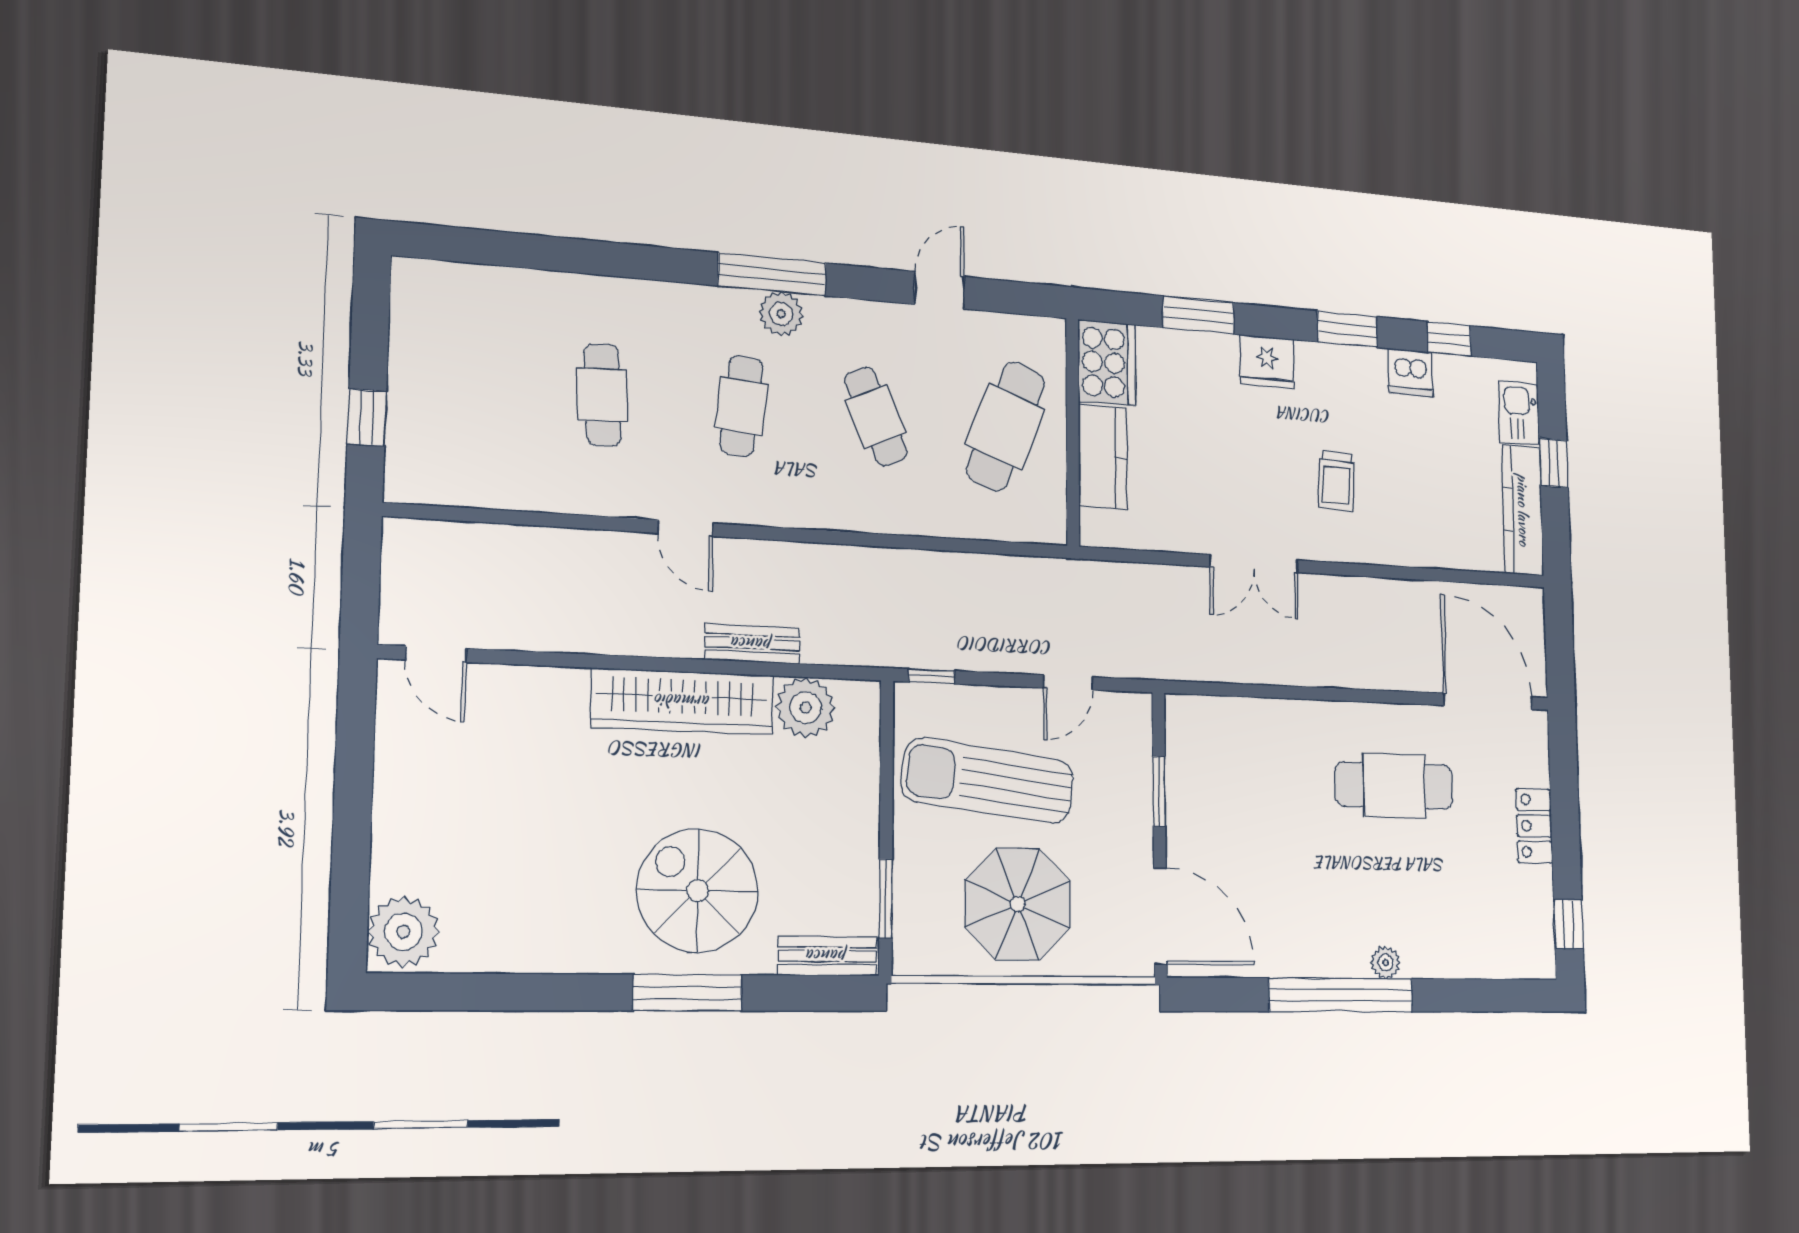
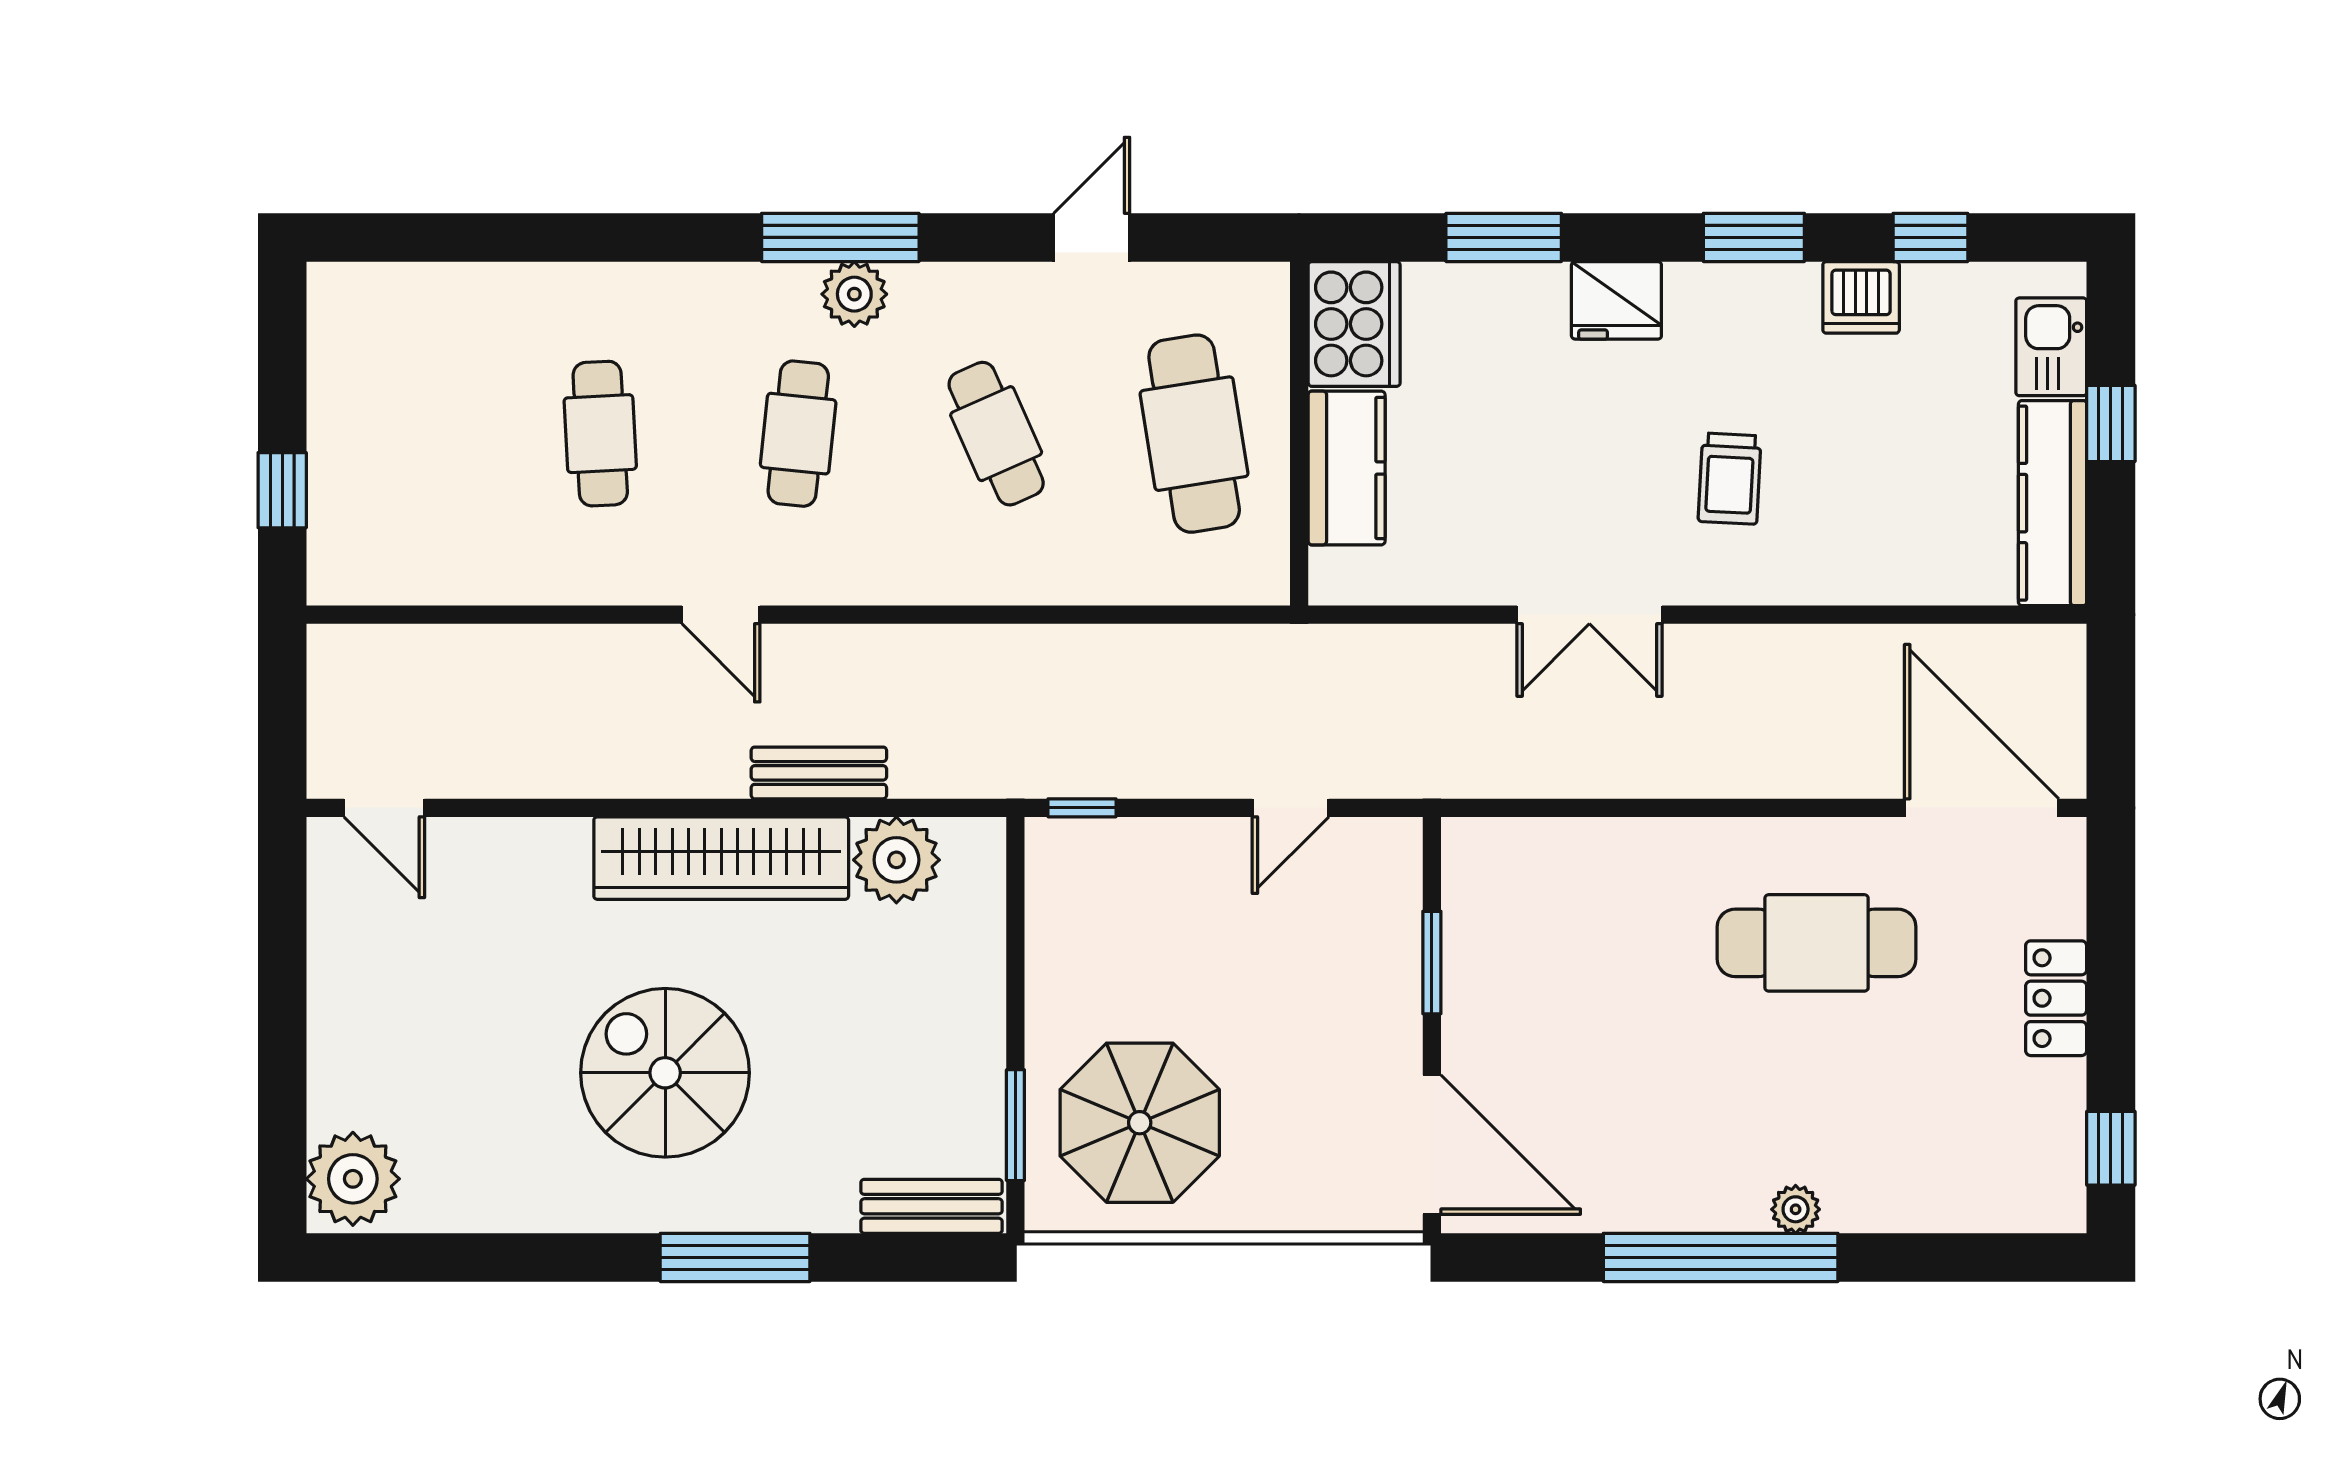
cafe table: (1006, 426) -> (1194, 434), turned -30
sun lounger: (988, 781) -> (1167, 955), removed
spiral stairs: (698, 891) -> (665, 1073), moved
parasol: (1018, 904) -> (1140, 1123), moved

